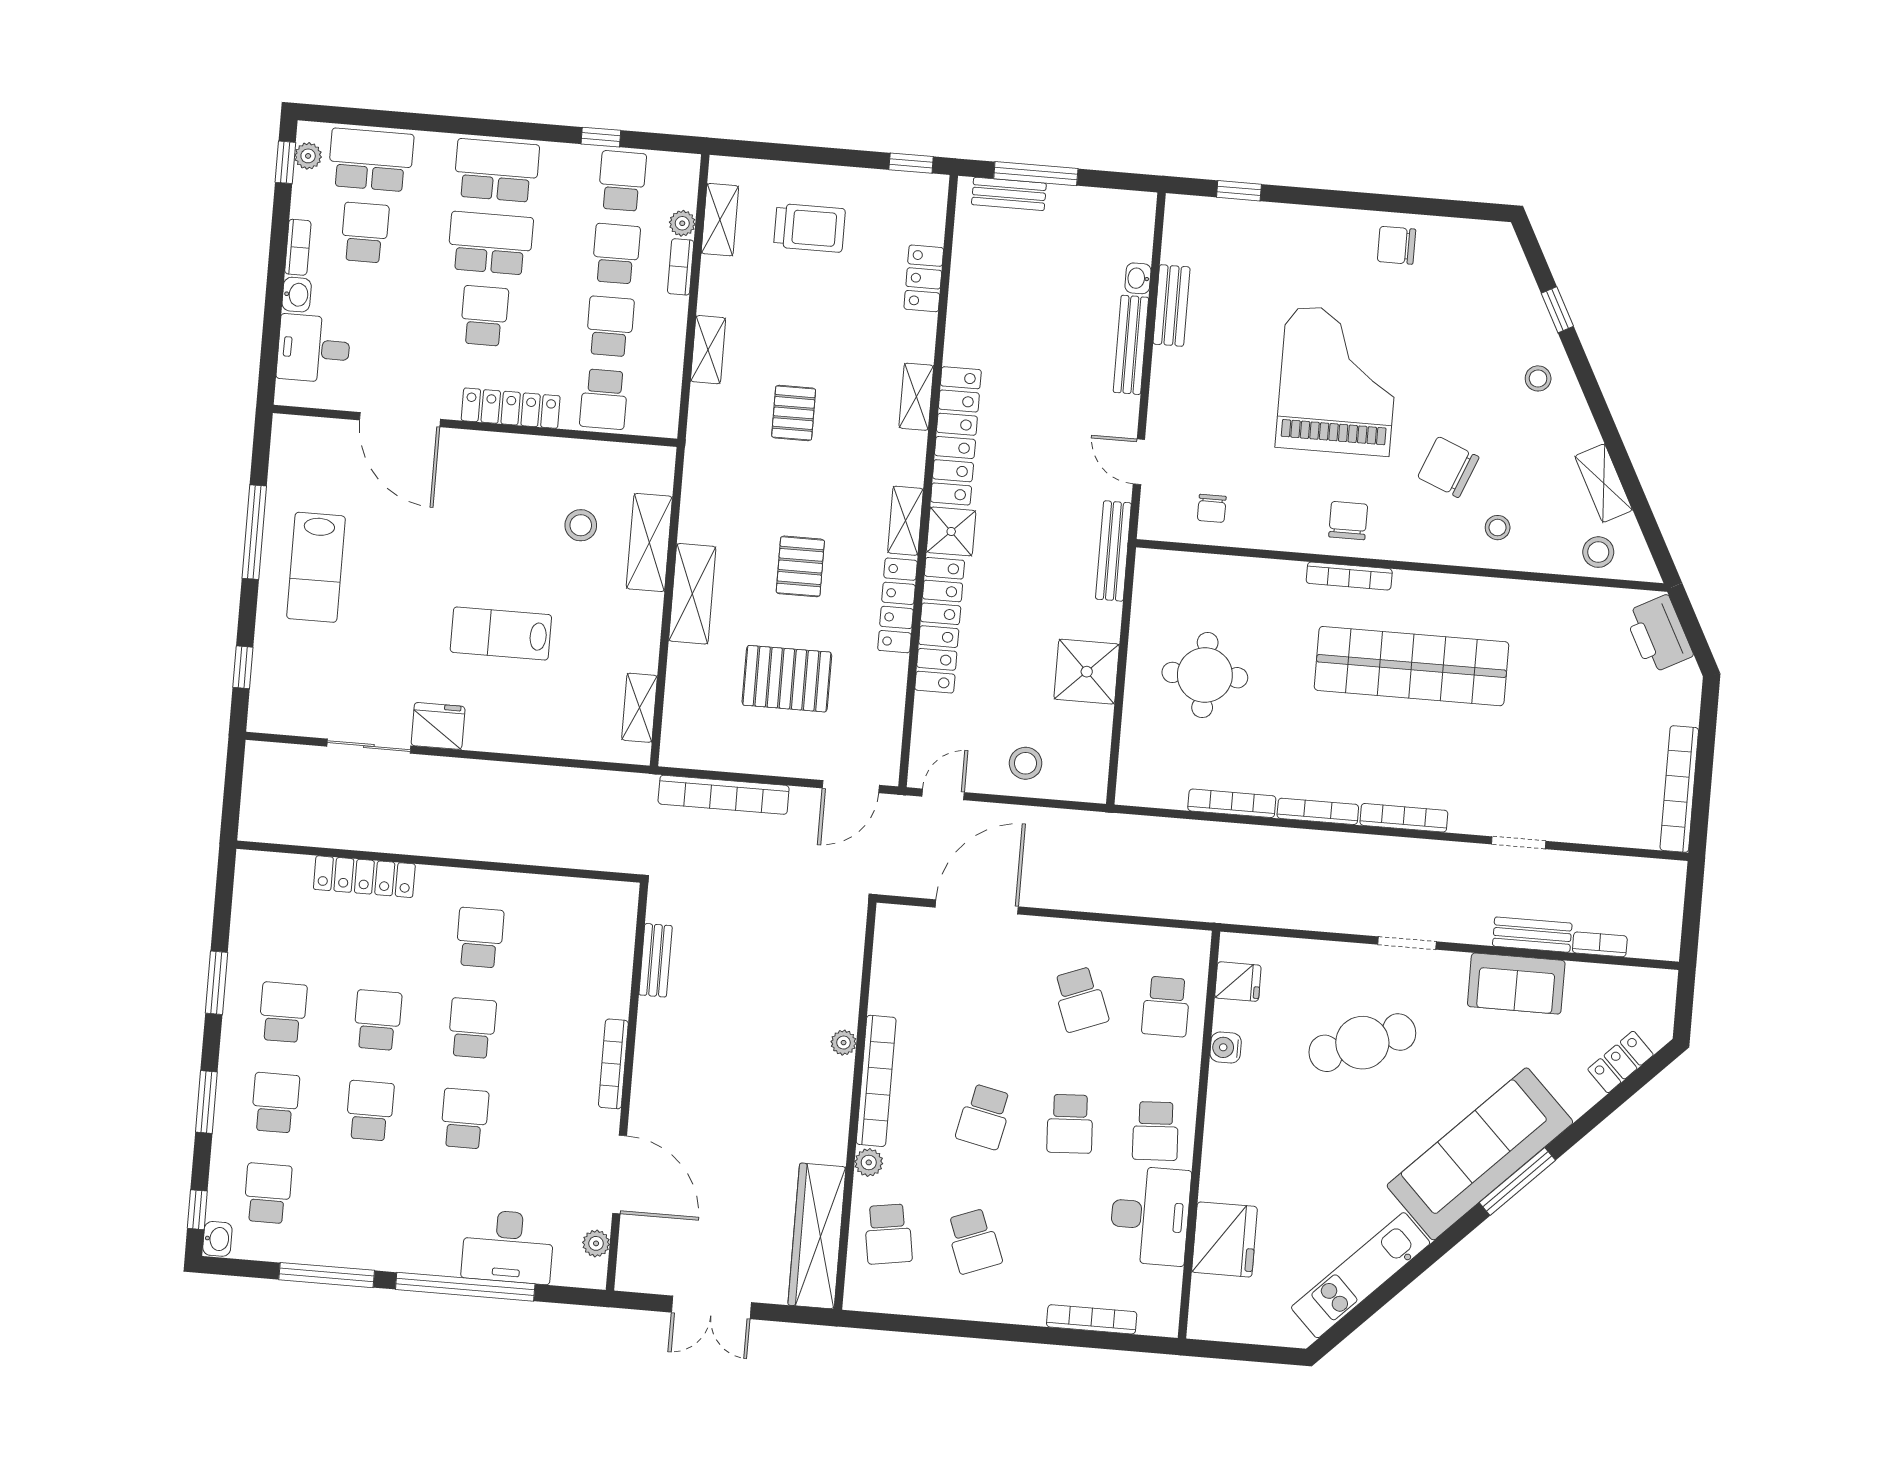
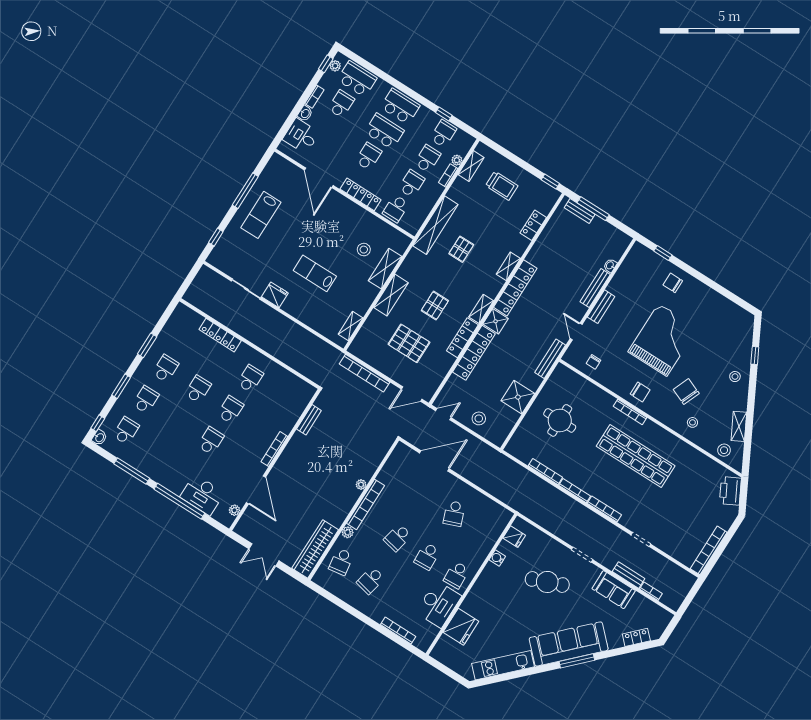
chair: (1396, 245) -> (673, 283), moved
bench: (1171, 306) -> (601, 307), moved
shelving: (708, 350) -> (435, 225), width x2.20, depth x1.33
chair: (1348, 521) -> (640, 392), turned 90
school desk: (1166, 1007) -> (484, 532), removed
school desk: (370, 1111) -> (178, 420), removed
school desk: (974, 1241) -> (371, 580), turned 33

